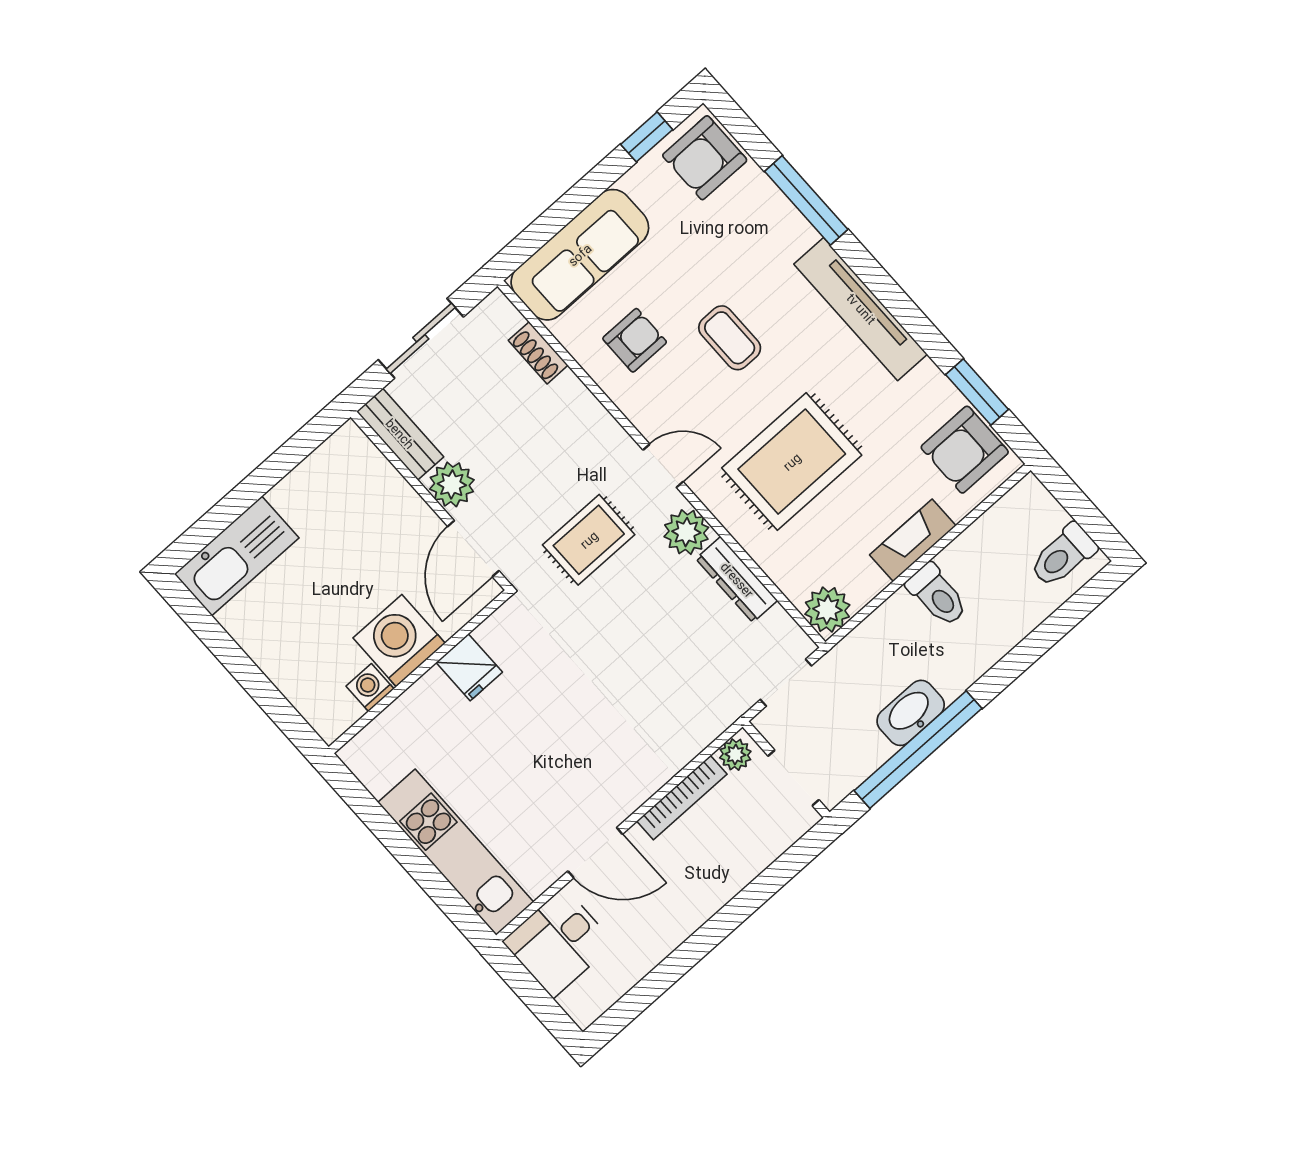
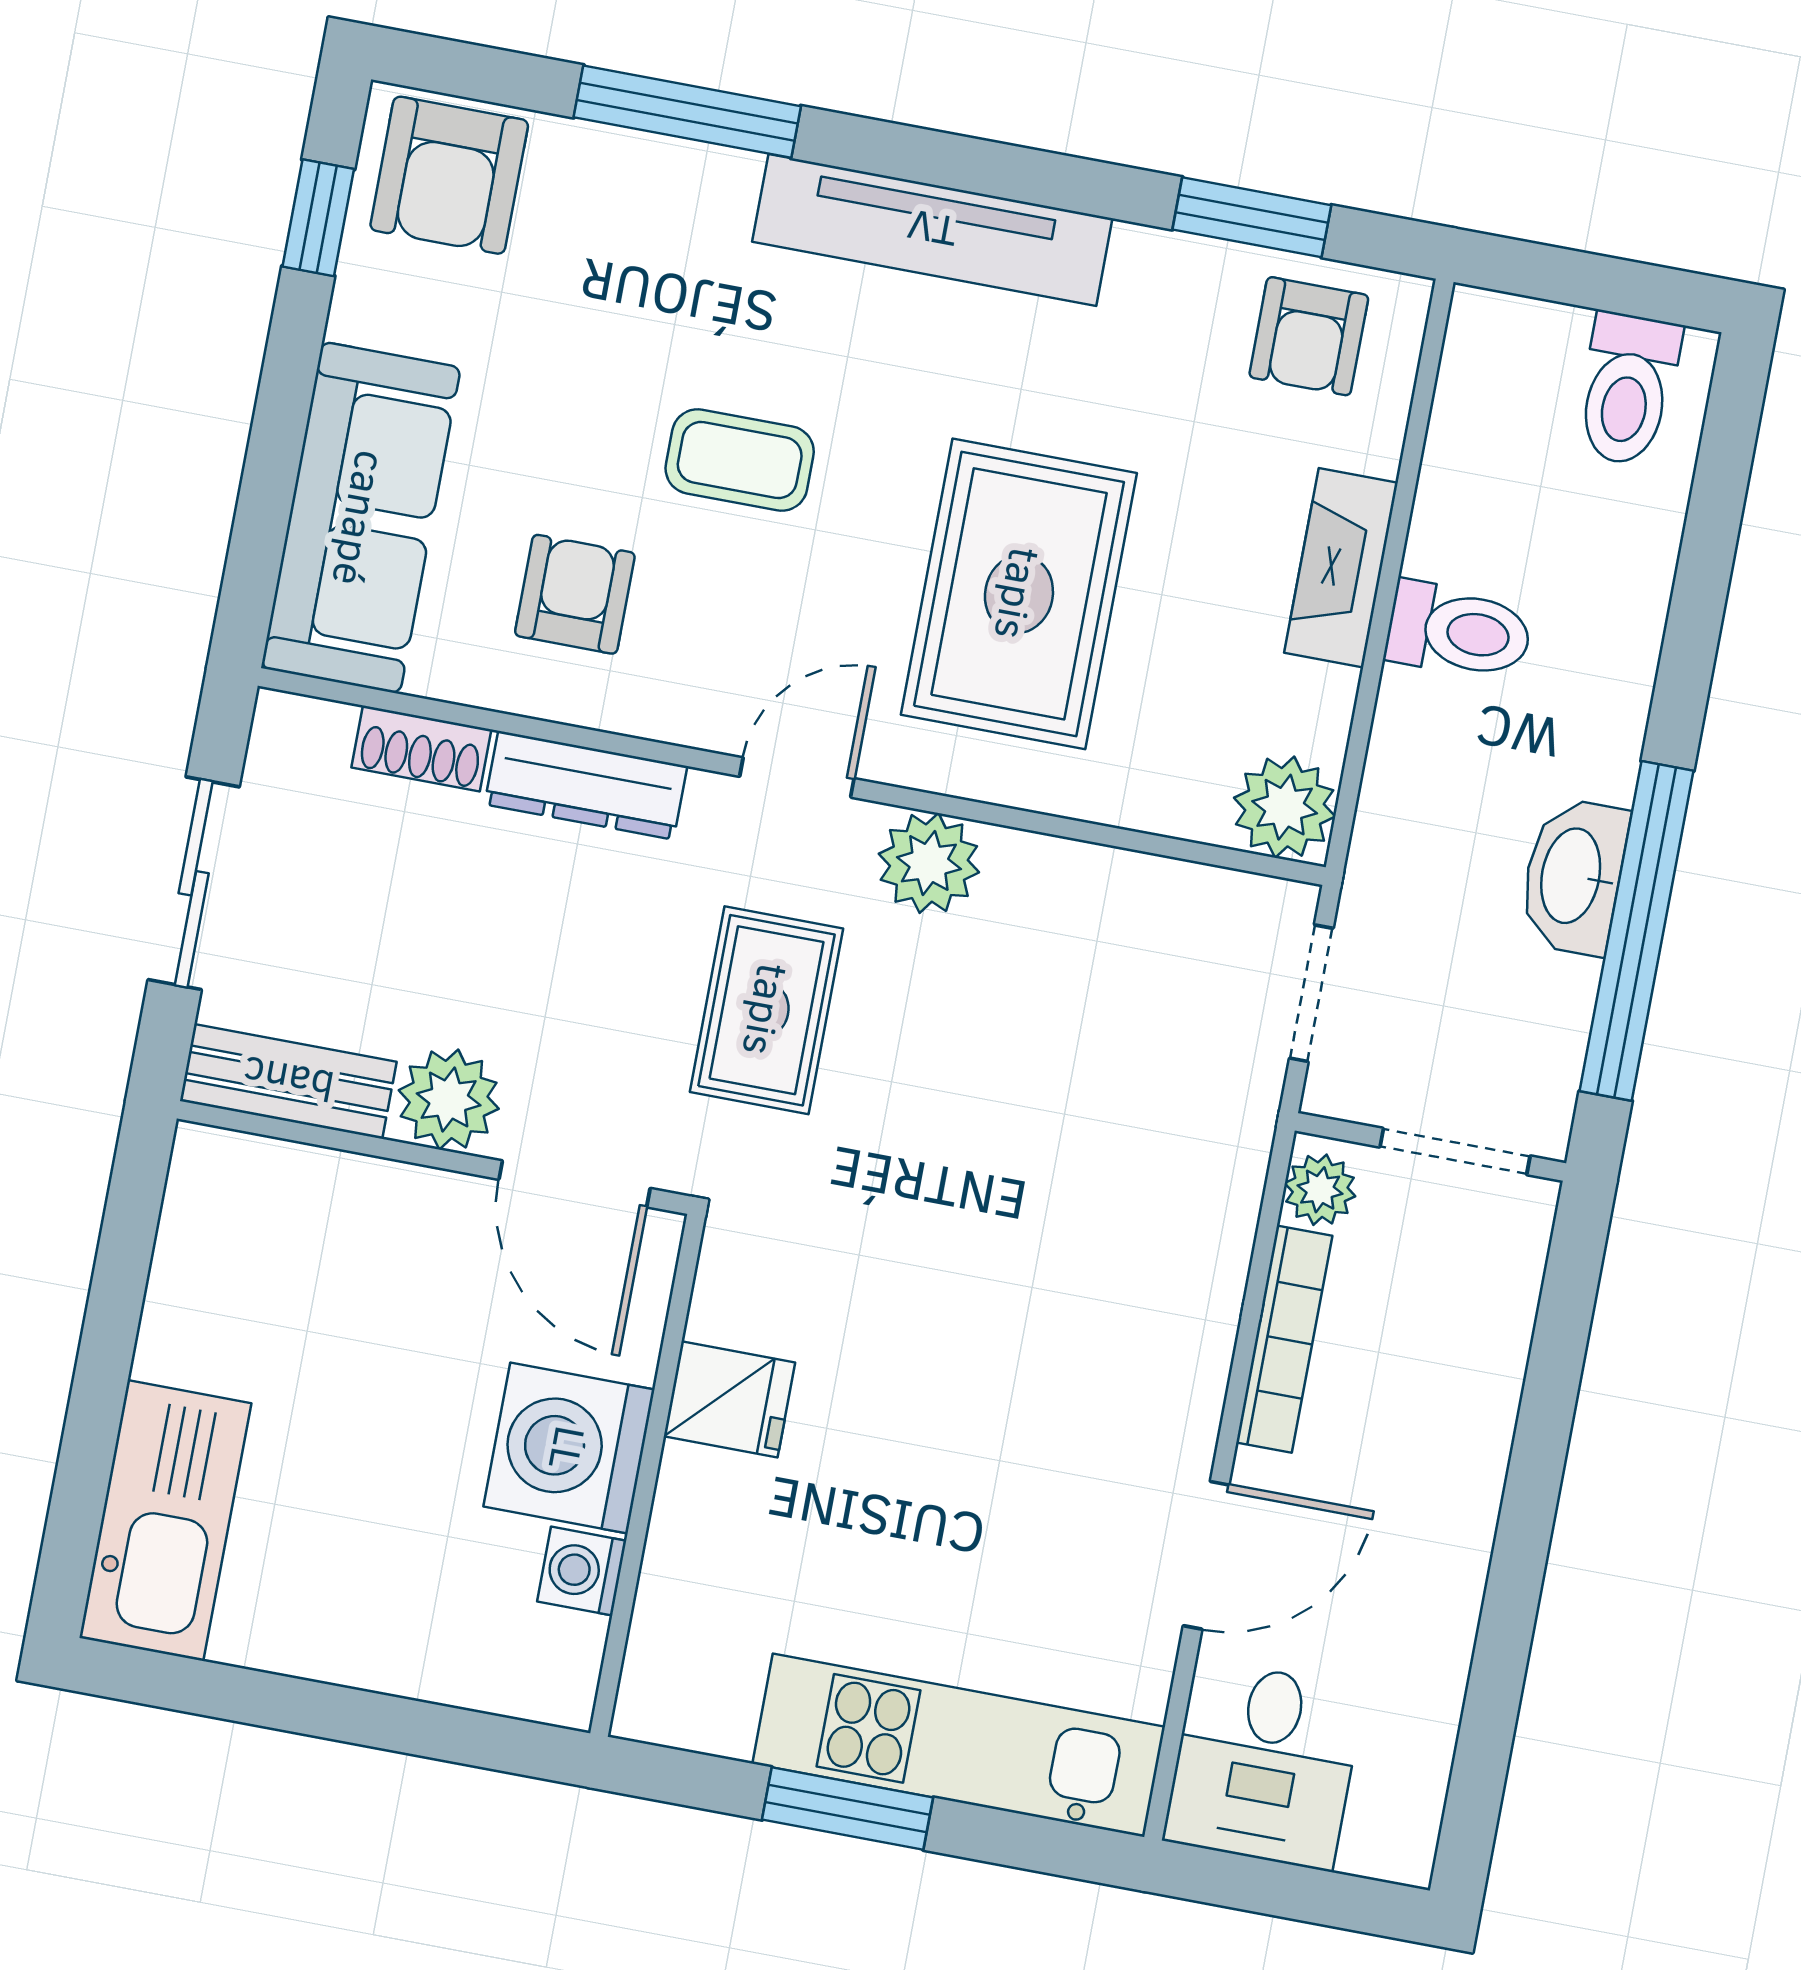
armchair: (965, 450) -> (1309, 336), width x0.72, depth x0.72
dresser: (737, 580) -> (586, 785), moved
window: (399, 844) -> (847, 1809), added

